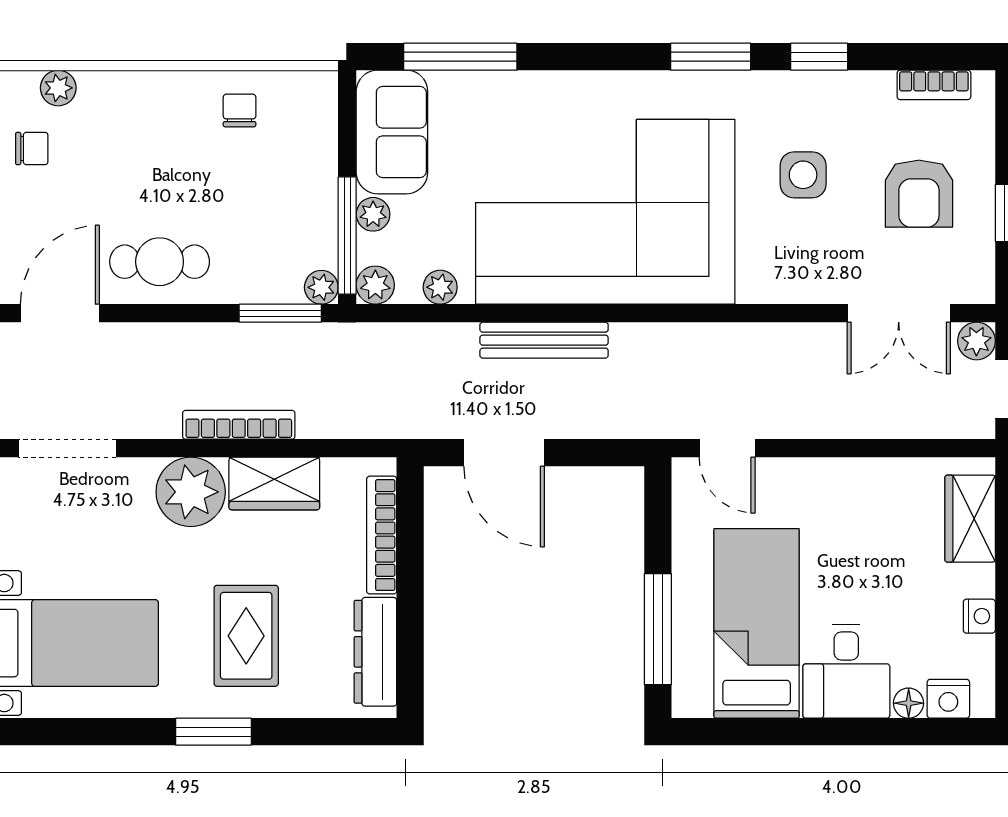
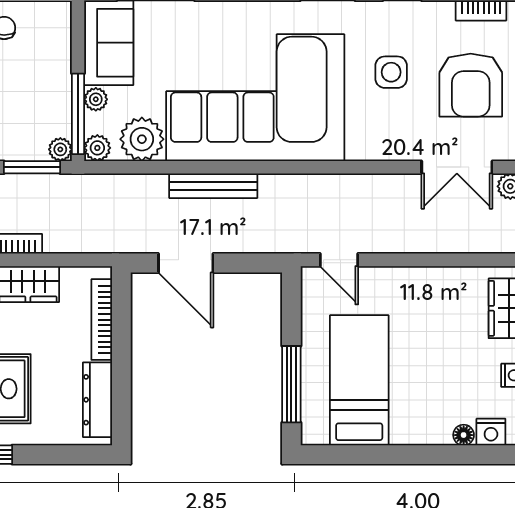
armchair: (919, 194) -> (471, 85), width x1.36, depth x1.36
plant: (440, 287) -> (142, 139), width x1.88, depth x1.88
desk: (846, 671) -> (421, 413), removed

